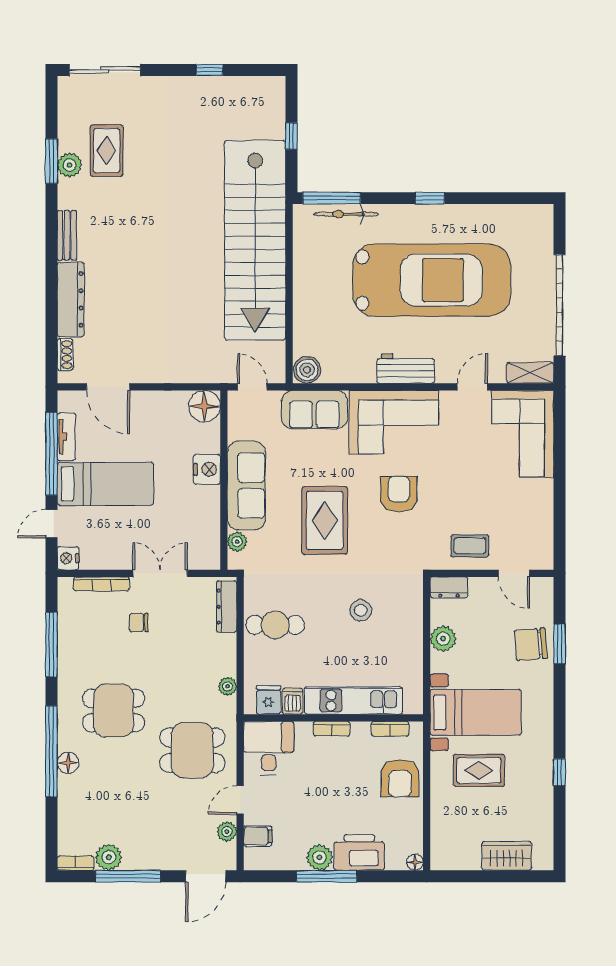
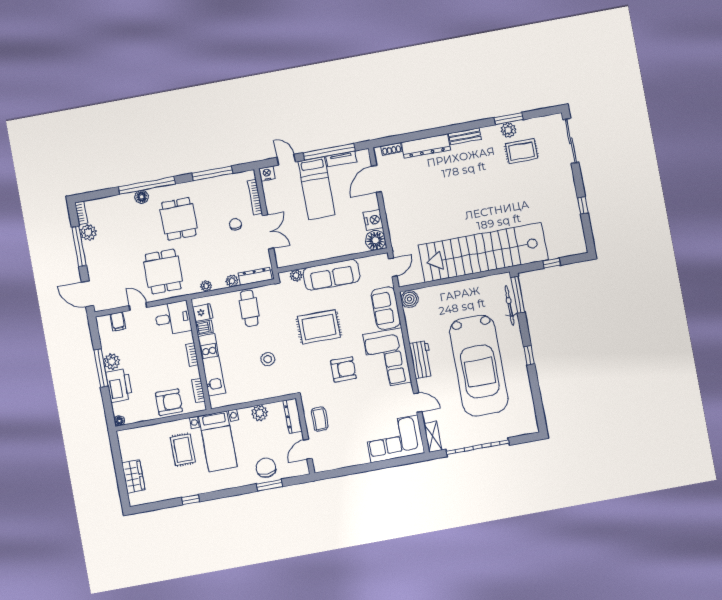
nightstand: (207, 469) -> (373, 220), moved, turned -90
dresser: (449, 587) -> (293, 416), width x1.44
armchair: (400, 778) -> (169, 402), turned 180
plant: (227, 832) -> (232, 281), moved

